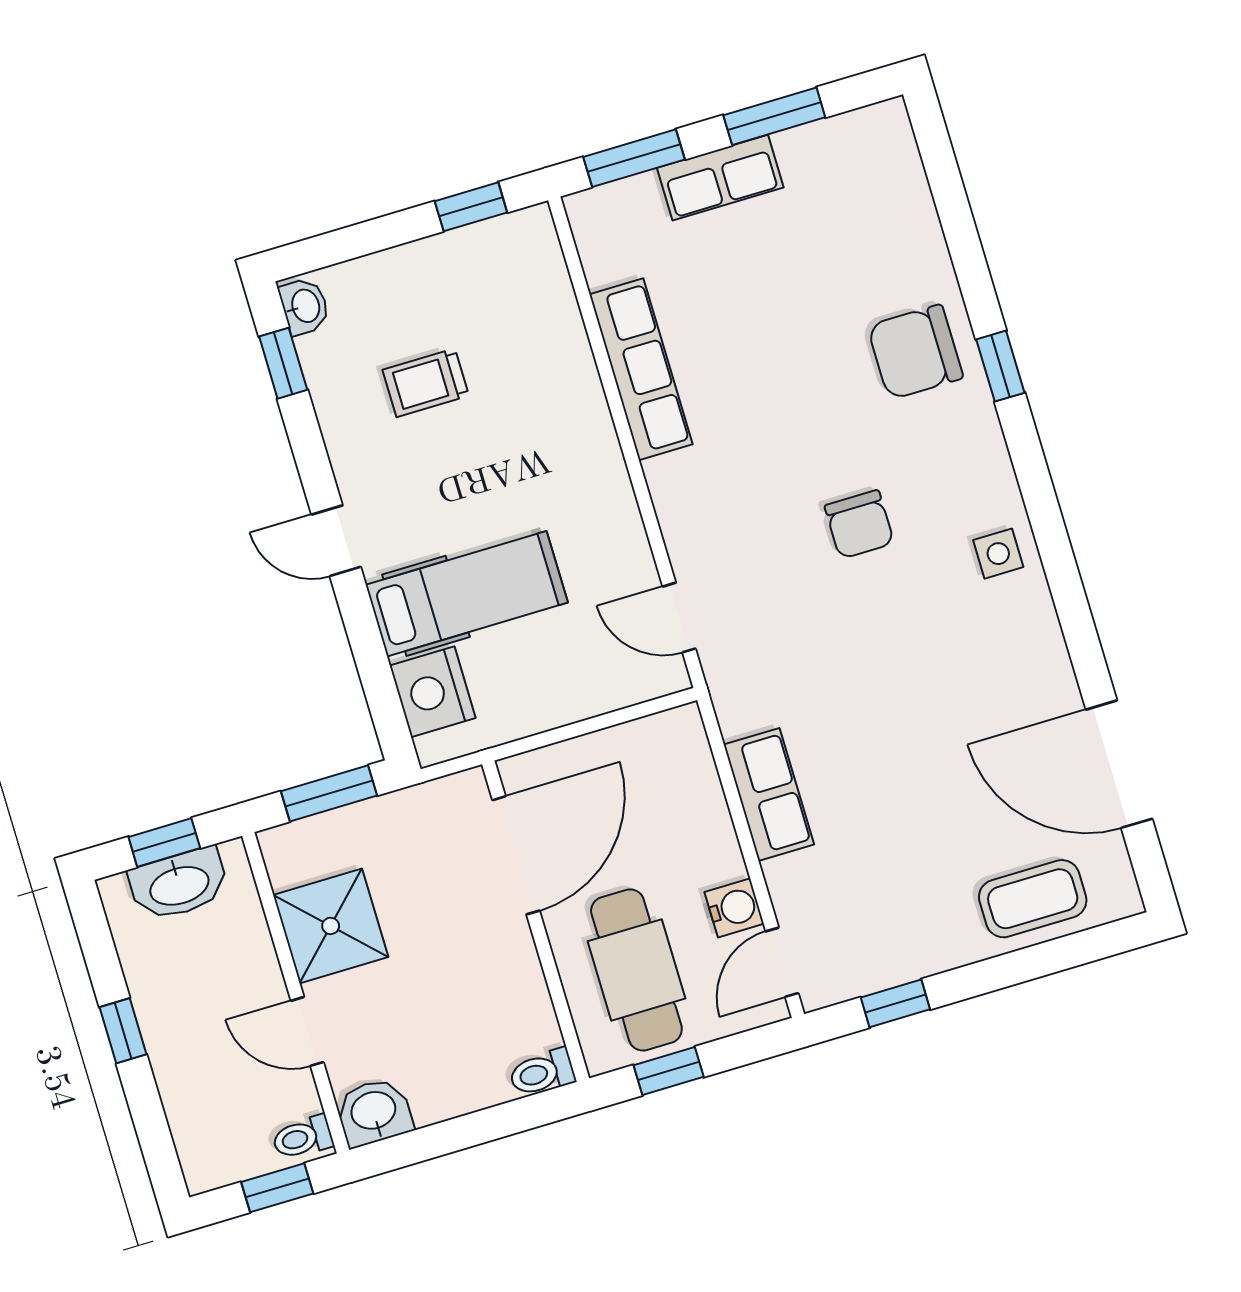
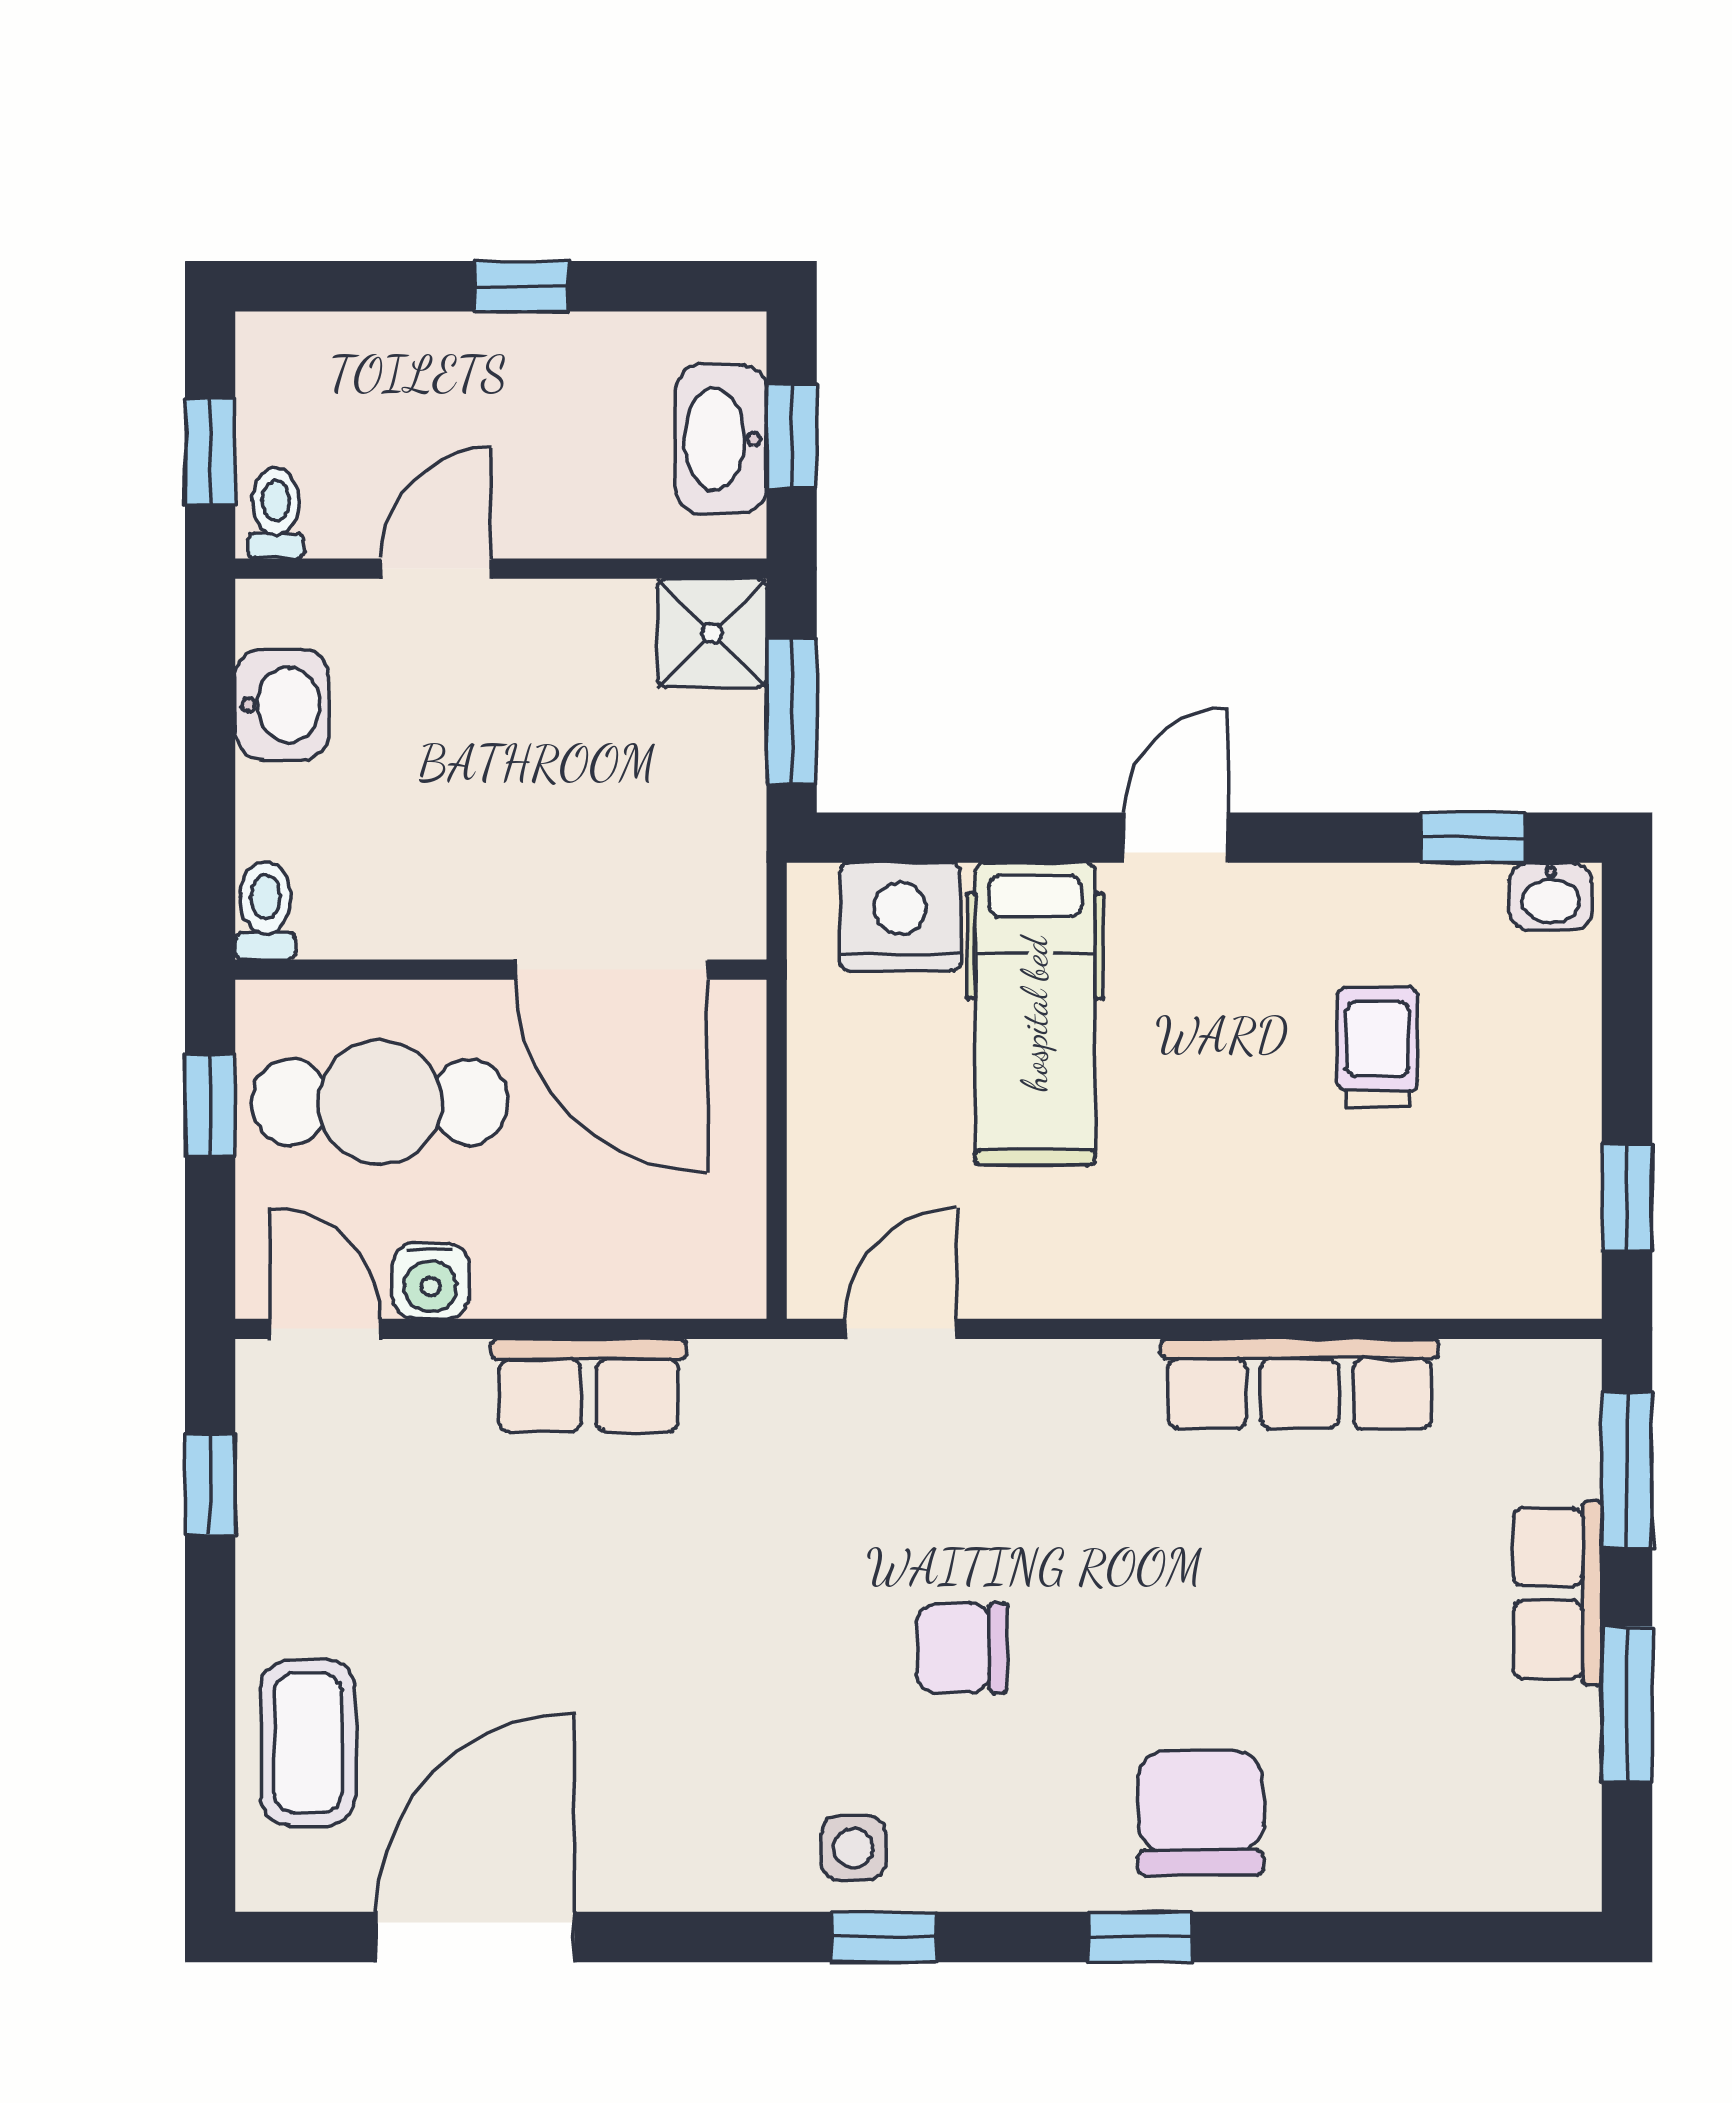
window: (1046, 520) -> (884, 1937), added
shower: (331, 926) -> (712, 633), moved, width x0.73, depth x0.73
washbasin: (374, 1112) -> (282, 705), moved

